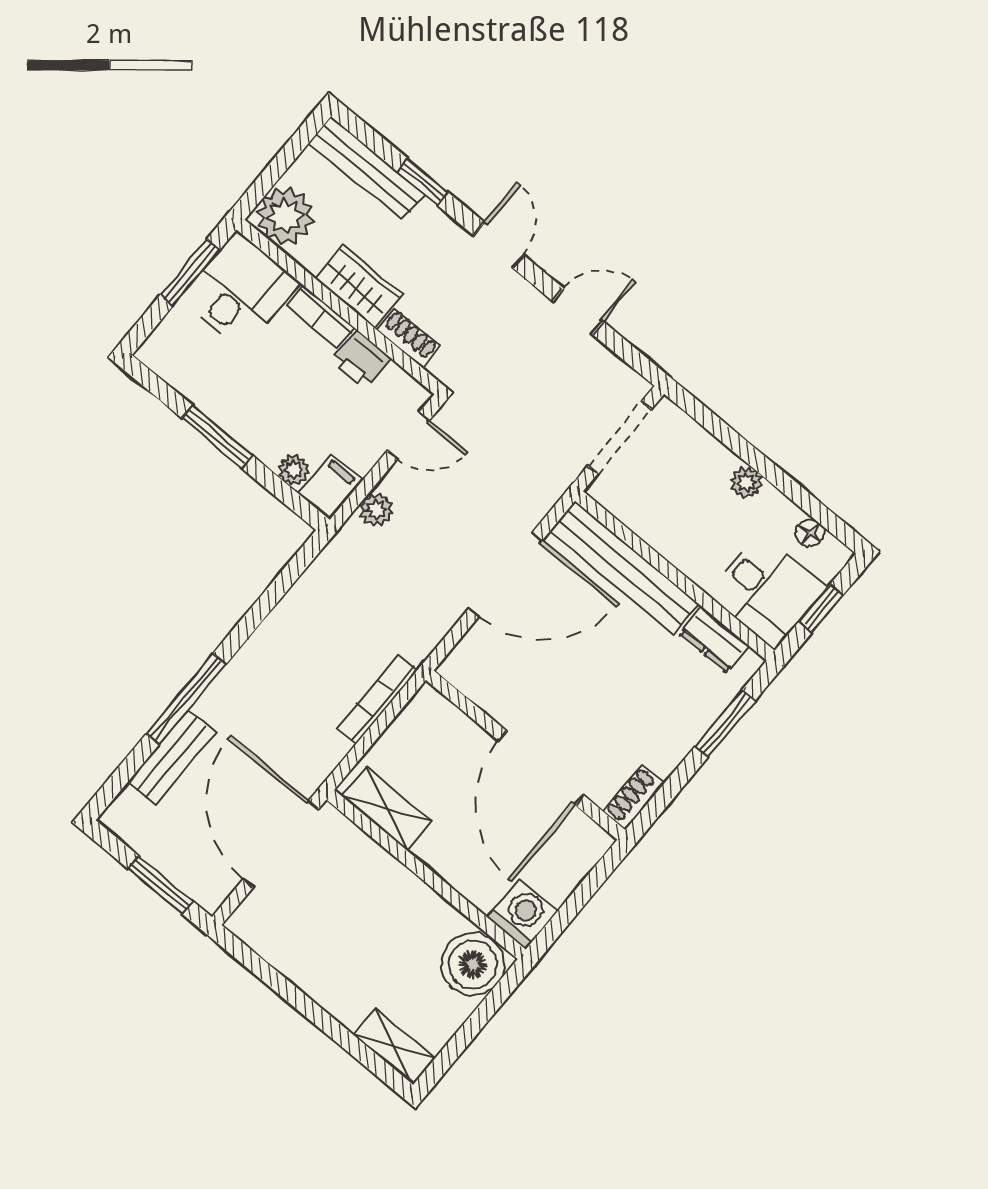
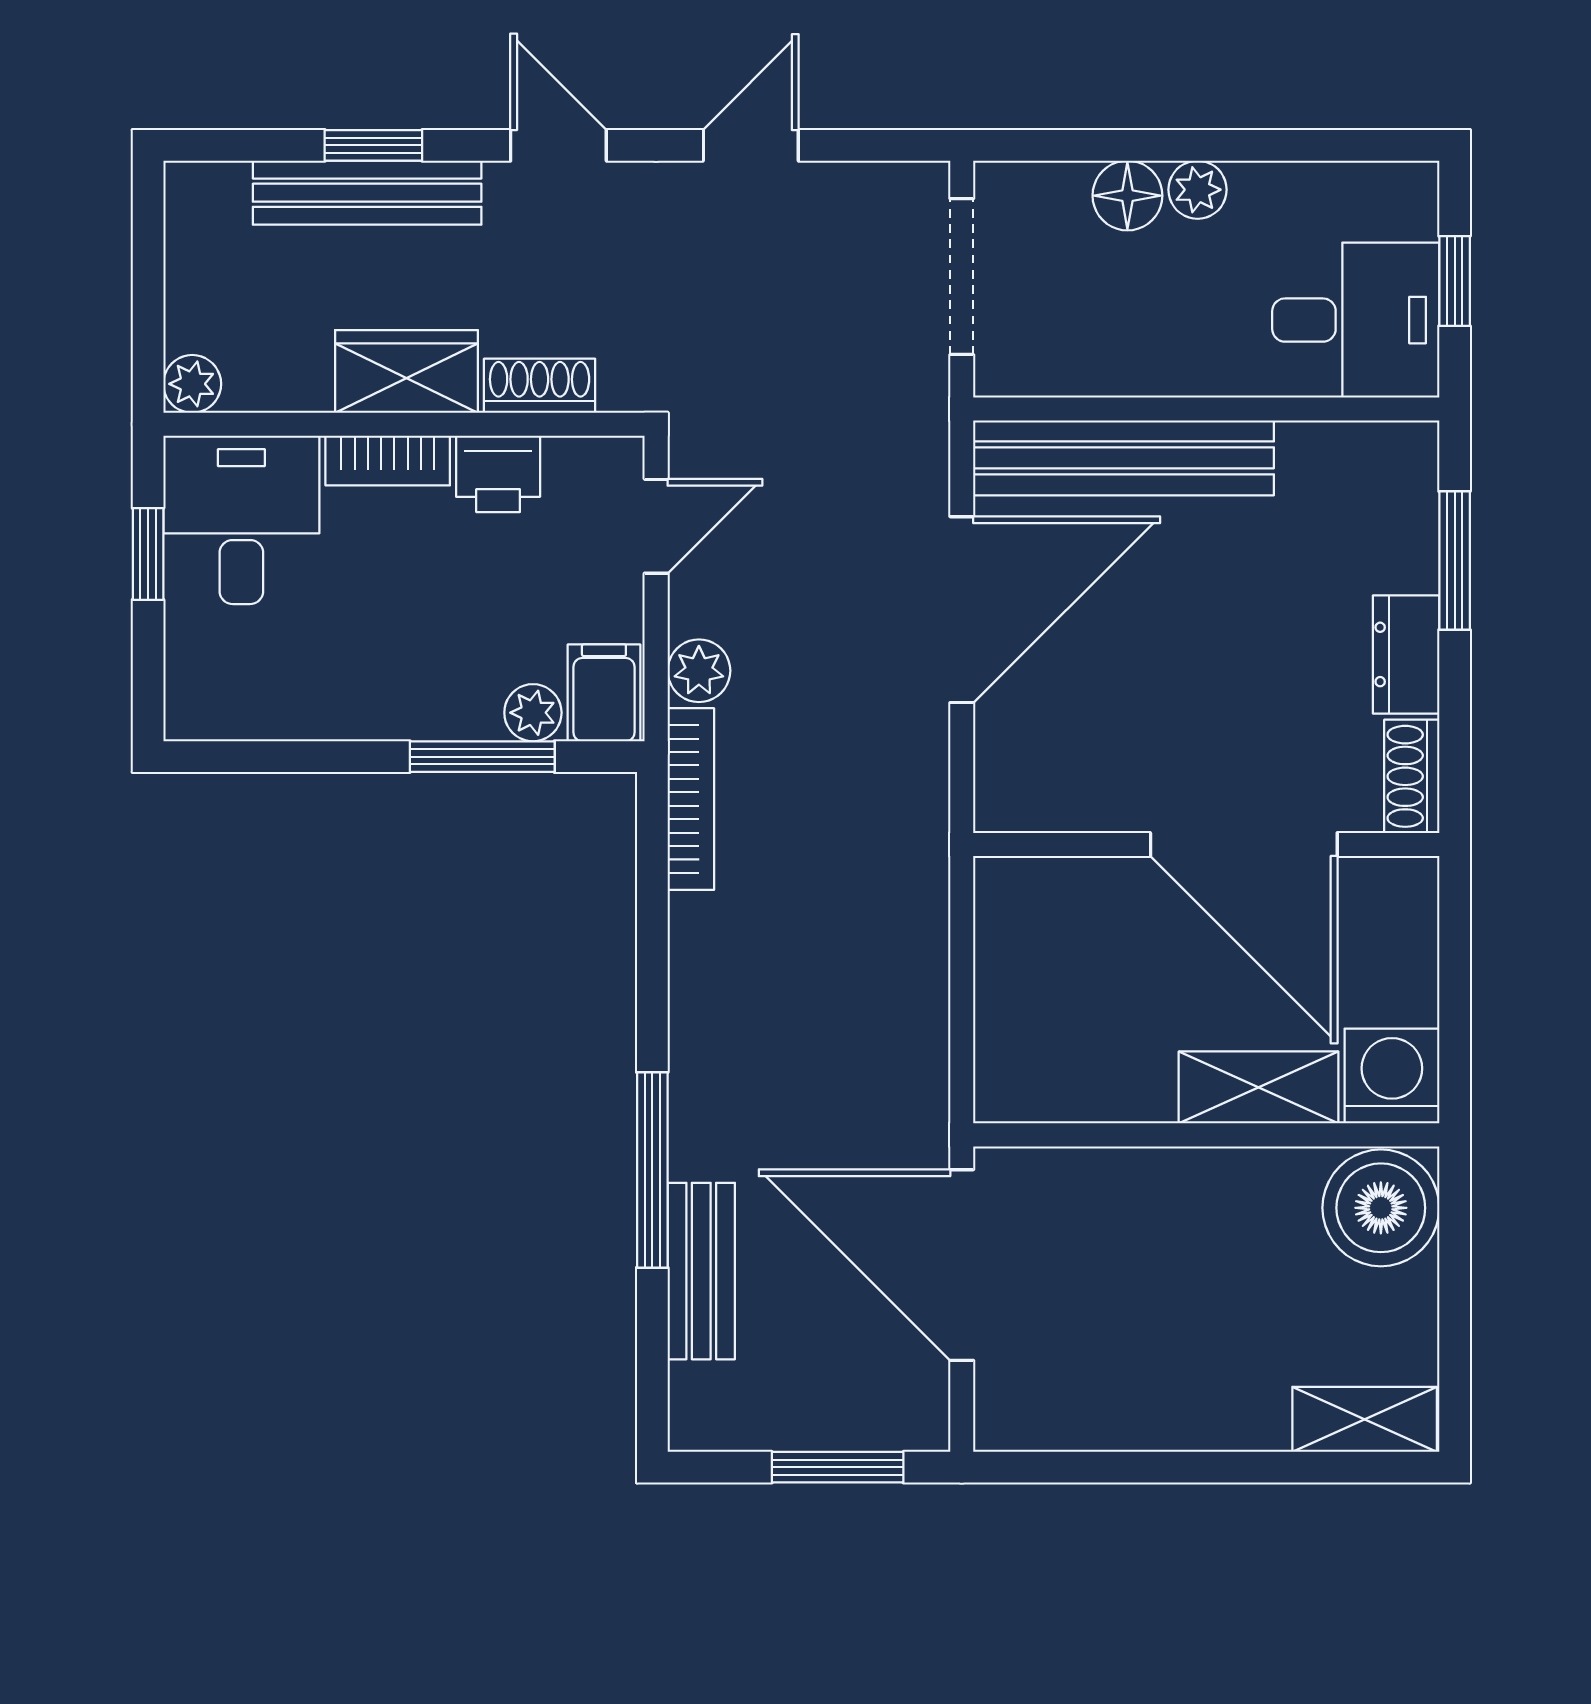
bench: (367, 168) -> (367, 193), moved
plant: (285, 216) -> (192, 384), width x0.53, depth x0.53
window: (190, 273) -> (148, 554), width x0.67
window: (217, 437) -> (482, 757), moved
floor lamp: (810, 533) -> (1127, 196), moved, width x1.37, depth x1.37
dresser: (714, 640) -> (1406, 654), moved, turned 90
bookcase: (377, 699) -> (691, 799), moved, turned 180
shelving: (387, 809) -> (1259, 1087), moved

